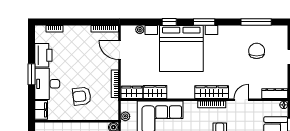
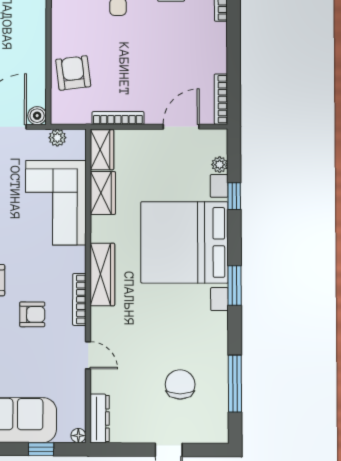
window: (169, 22) -> (234, 196), moved
chair: (257, 51) -> (180, 384), turned -90
wardrobe: (212, 92) -> (102, 274), moved
armchair: (82, 96) -> (73, 73), moved

